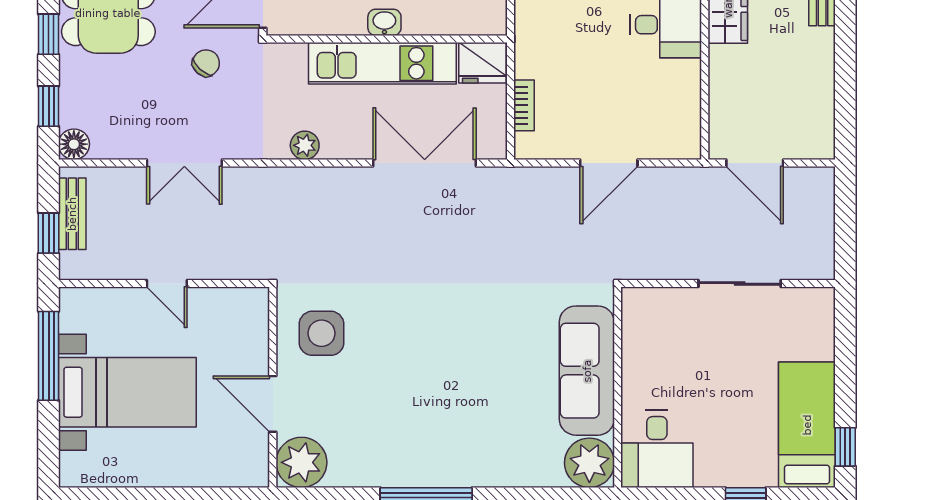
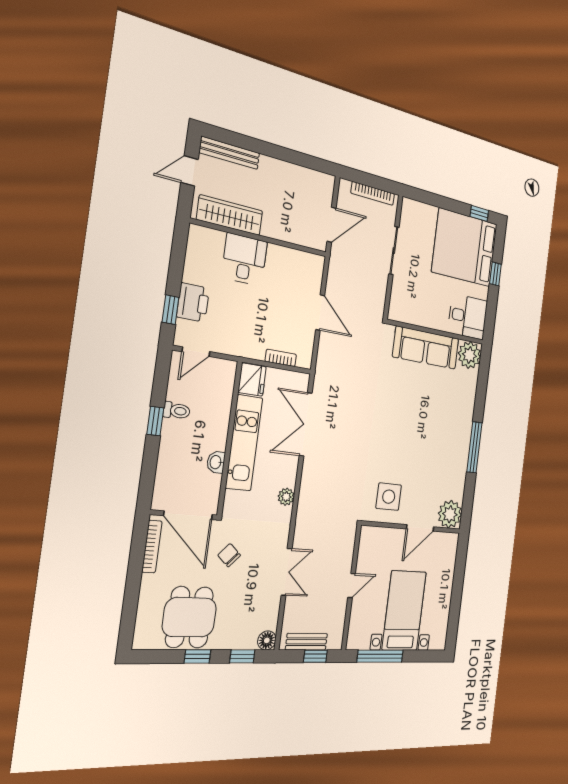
washbasin: (384, 22) -> (216, 462), moved
bookcase: (825, 230) -> (373, 193), added
bed: (807, 425) -> (465, 248), width x2.04

